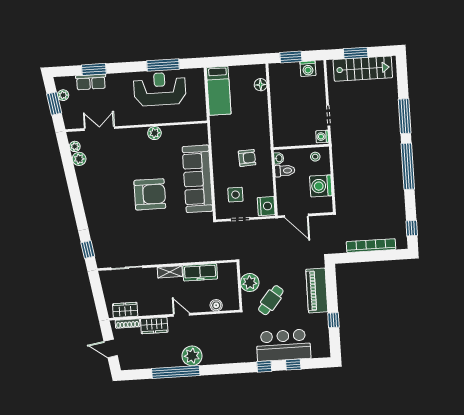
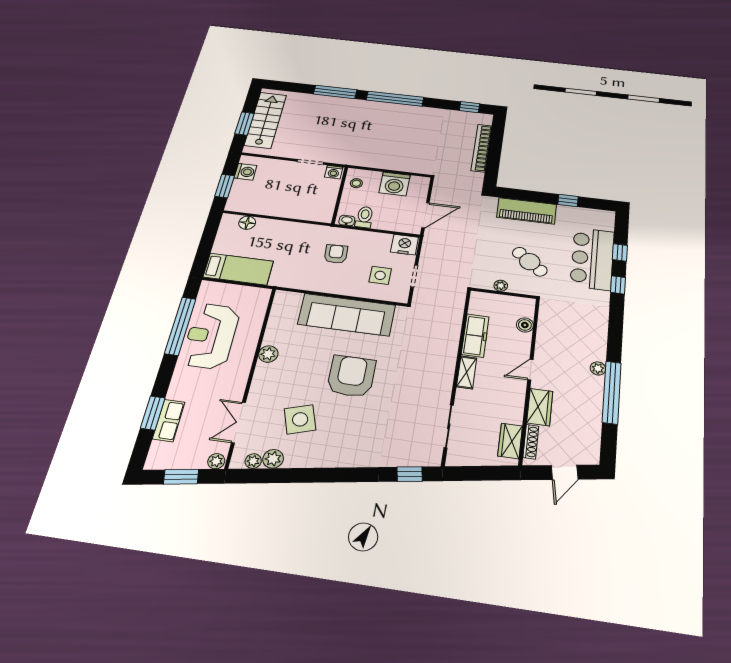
window: (163, 65) -> (180, 326), width x1.46
plant: (63, 95) -> (216, 461), moved
side table: (111, 169) -> (300, 419), added
plant: (250, 283) -> (501, 286), width x0.53, depth x0.53
plant: (192, 356) -> (598, 368), width x0.53, depth x0.53

